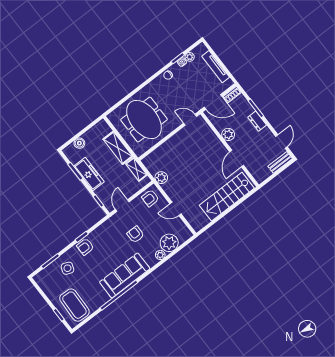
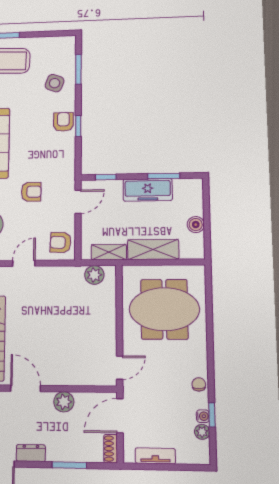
tv unit: (216, 67) -> (155, 456), width x0.71
dresser: (257, 121) -> (31, 453), moved
boiler: (79, 143) -> (196, 225), moved
plant: (161, 178) -> (94, 275), moved
armchair: (150, 198) -> (61, 242), turned -87
door: (122, 206) -> (78, 202), hinge flipped

